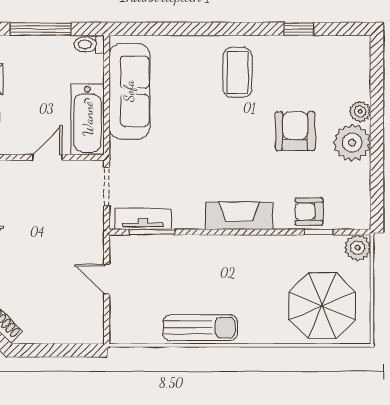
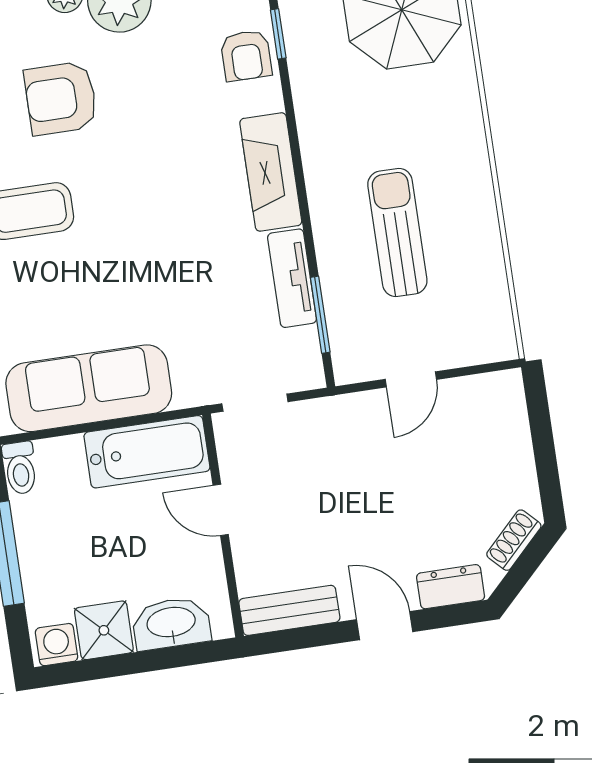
armchair: (295, 131) -> (61, 98), moved
tv unit: (143, 219) -> (292, 278), moved
sun lounger: (200, 328) -> (397, 232), moved

